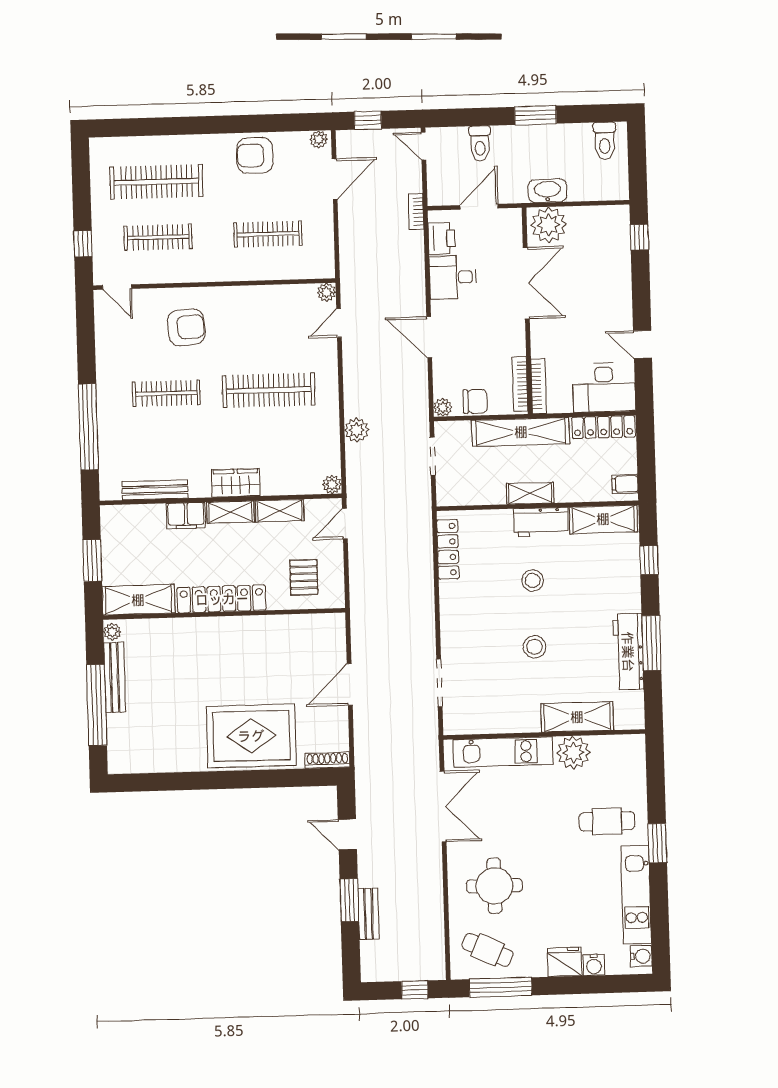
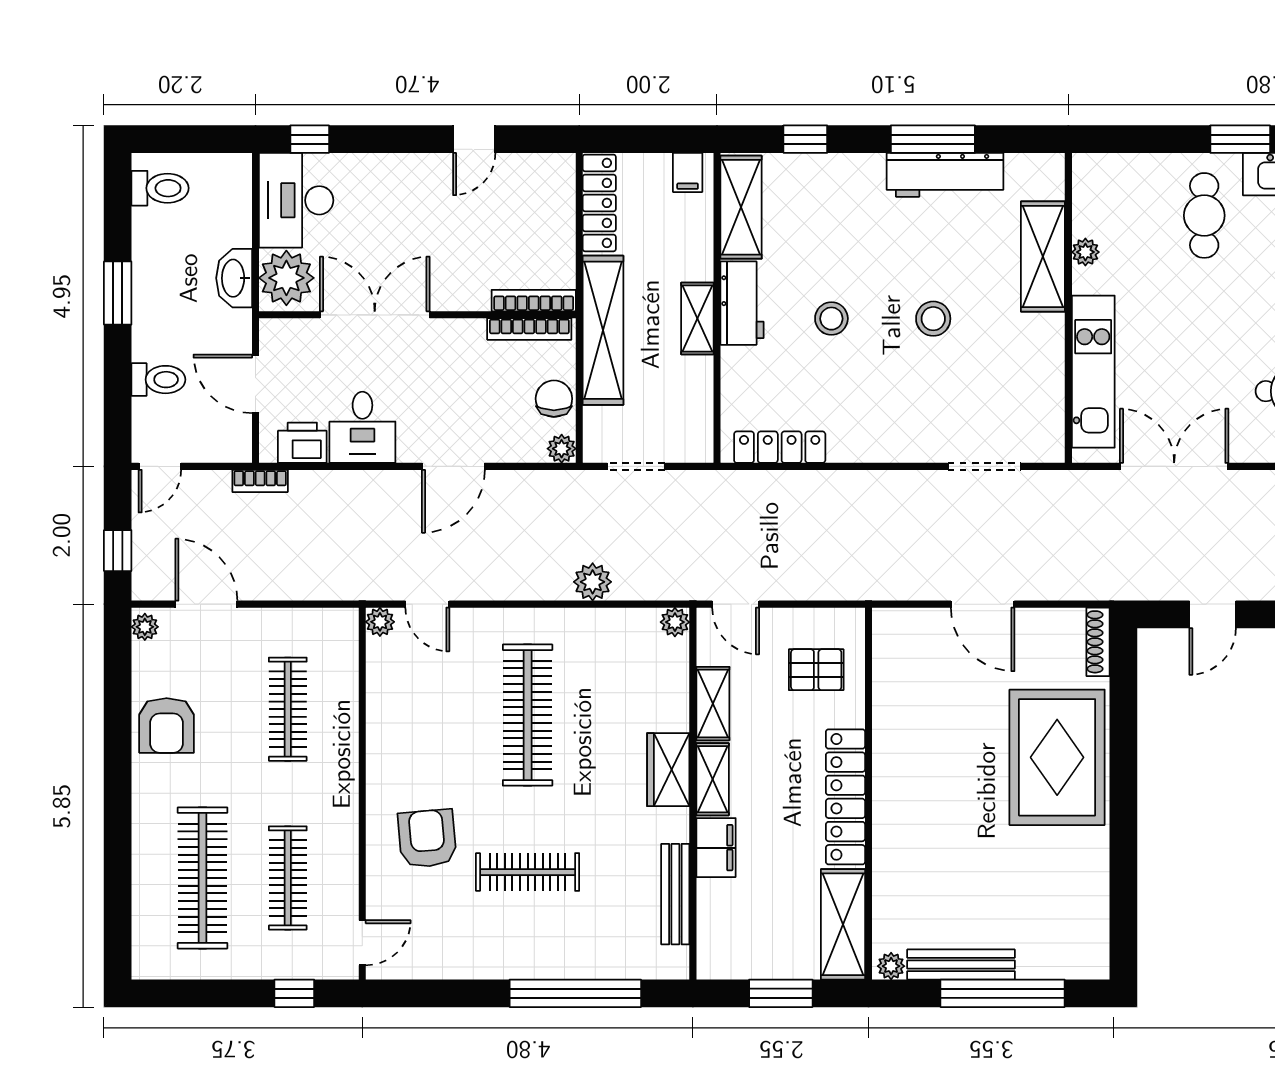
desk: (604, 388) -> (296, 200), moved, turned 180
clothes rail: (166, 393) -> (528, 872), turned 90
plant: (573, 753) -> (1085, 252), width x0.53, depth x0.53

